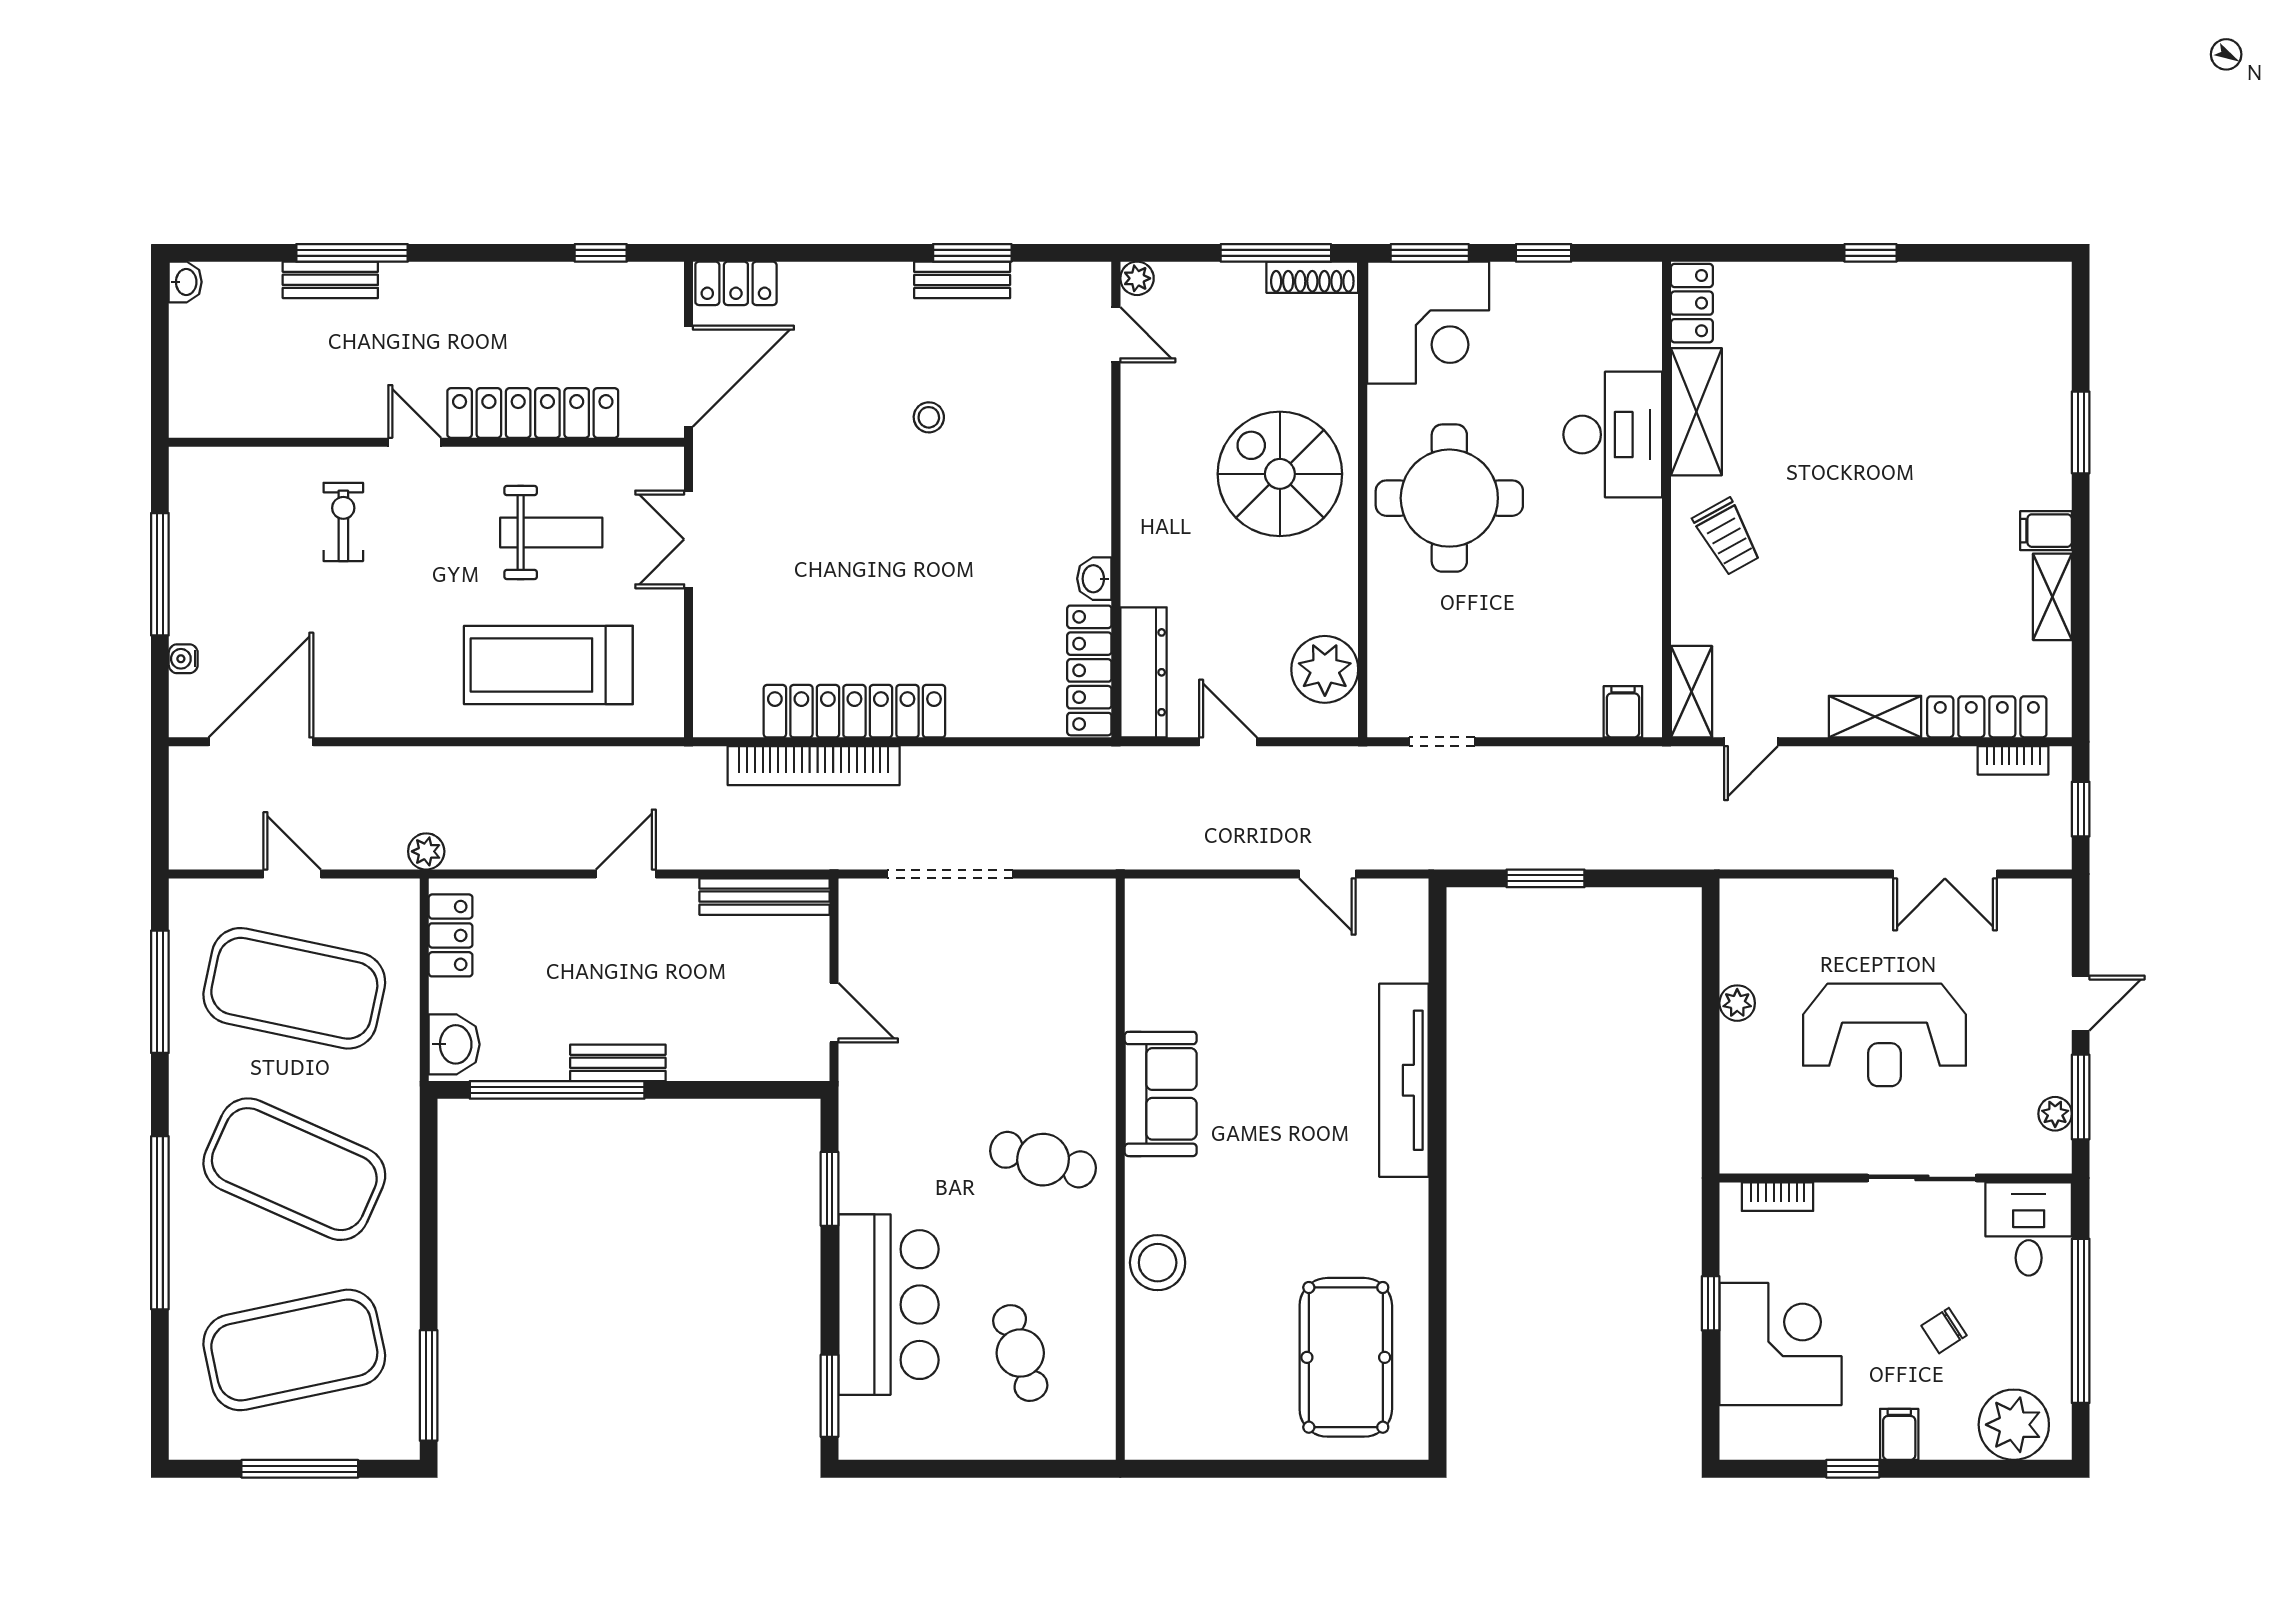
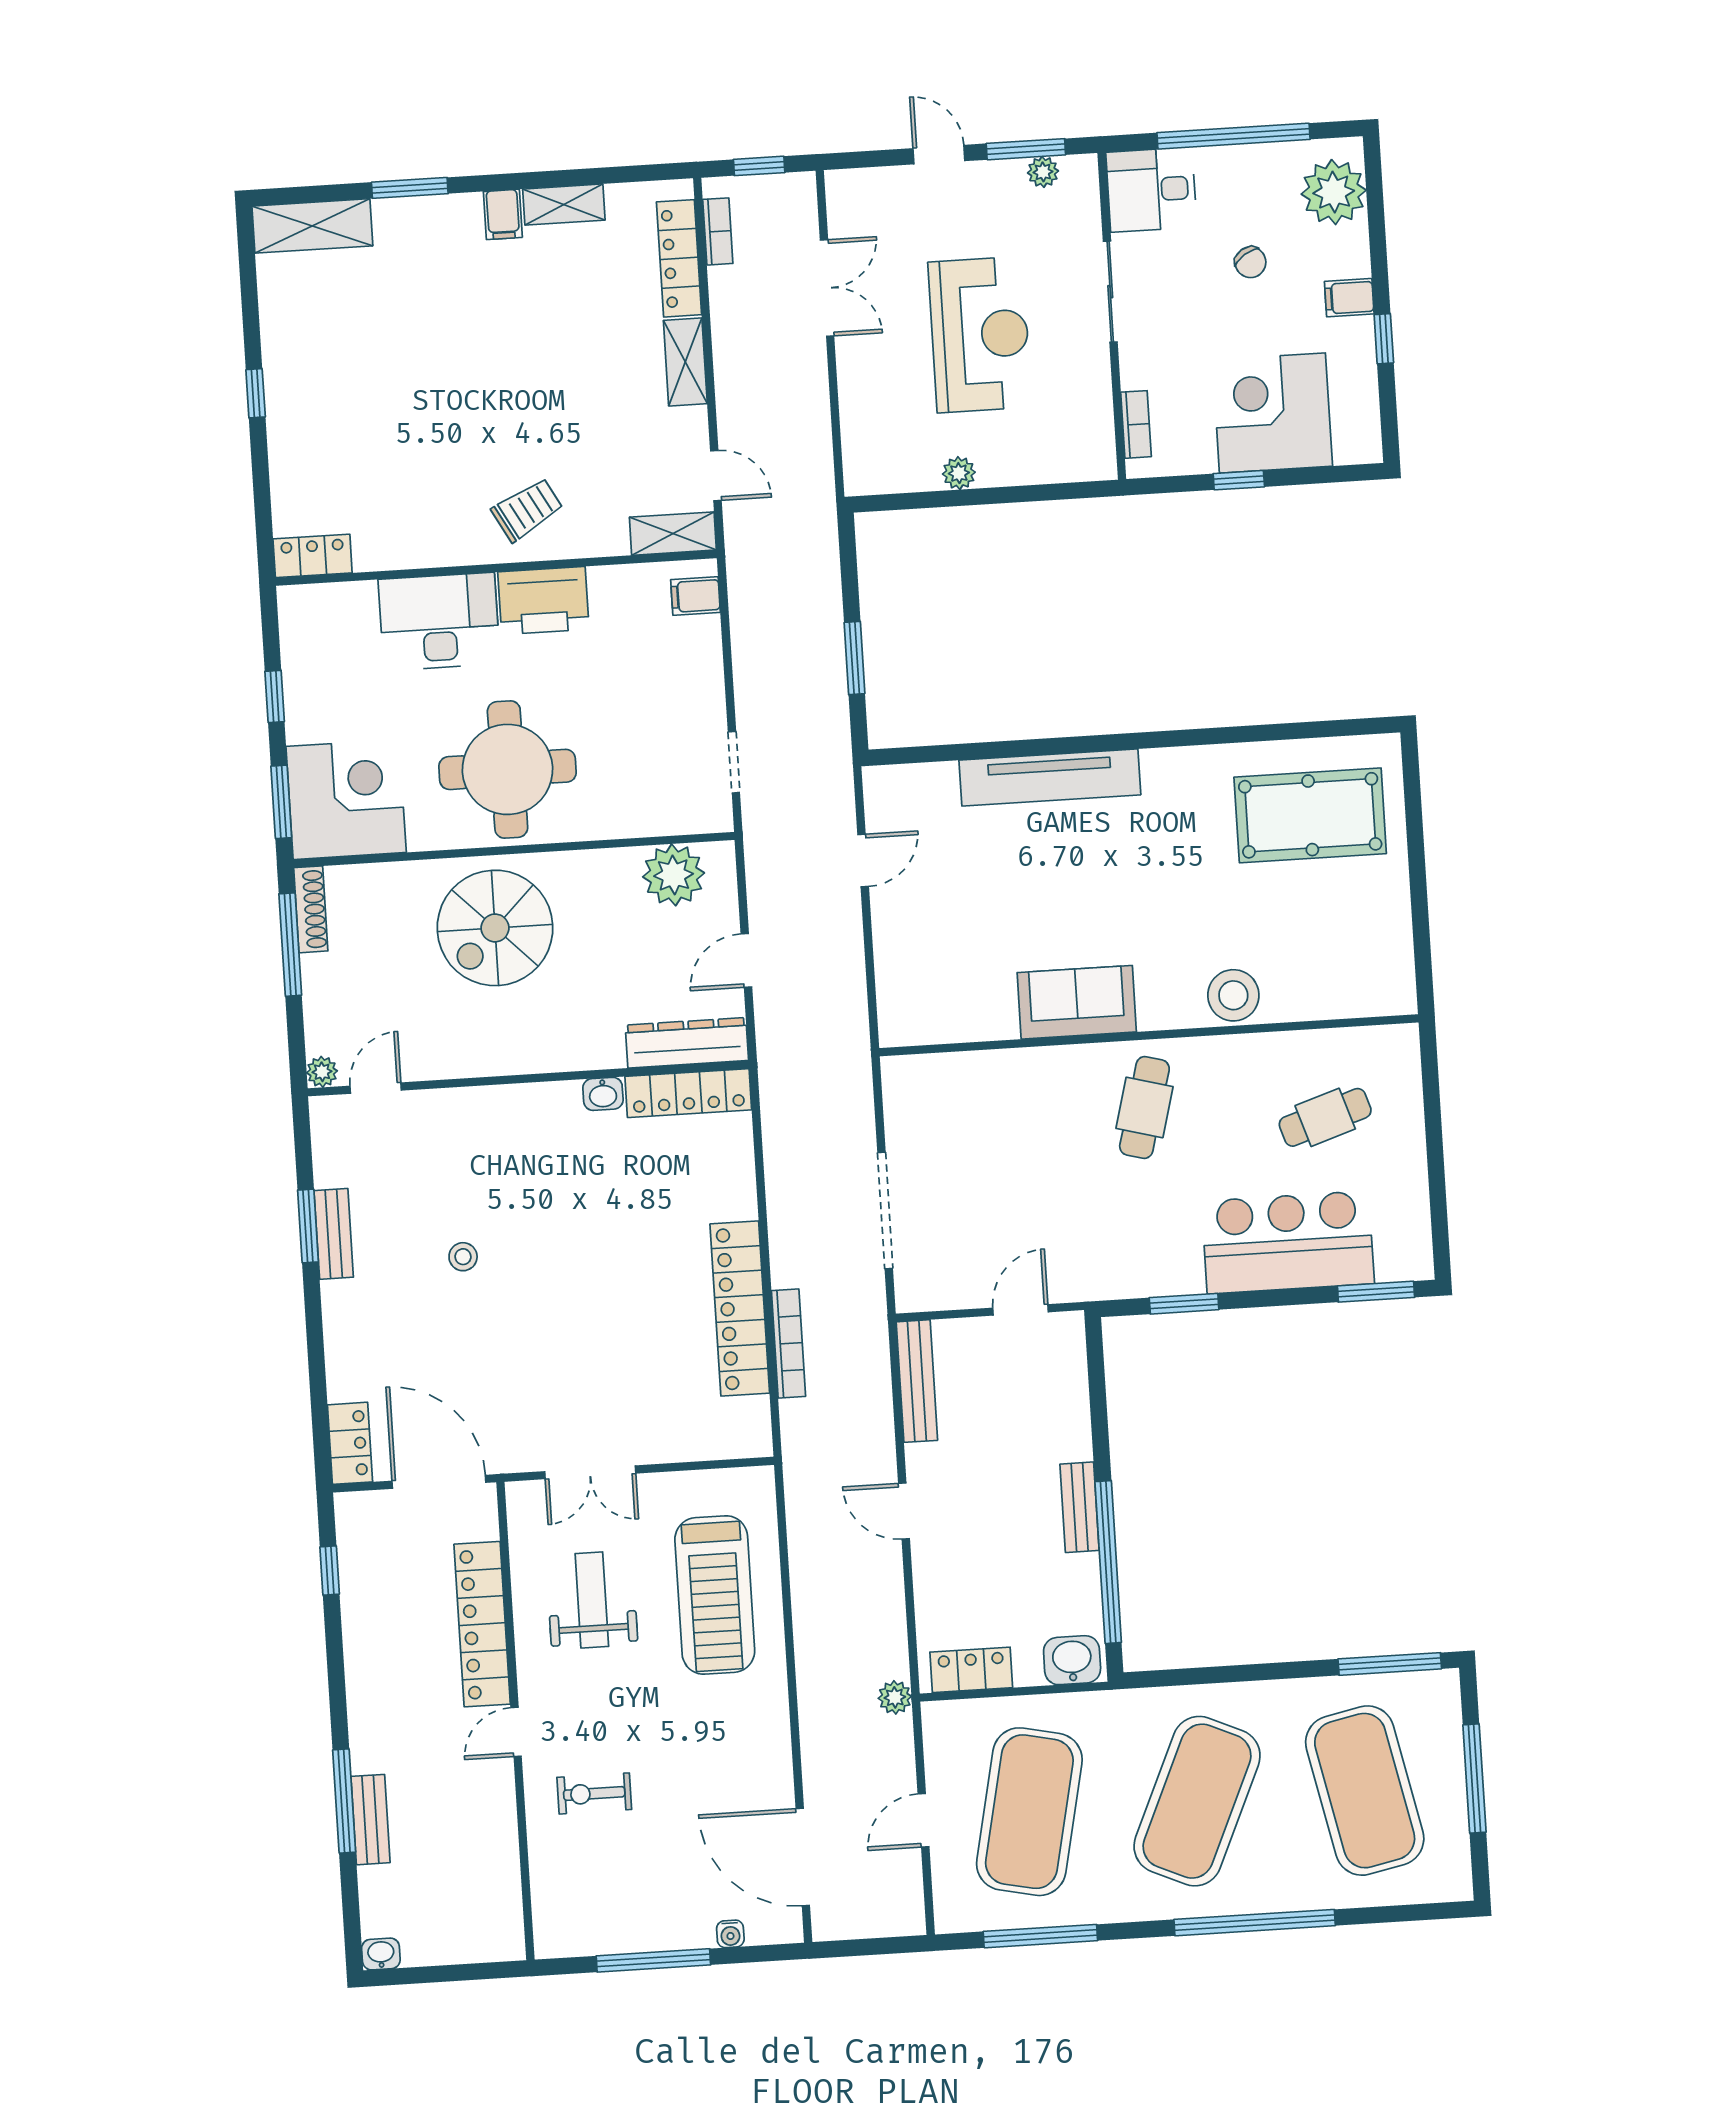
shelving: (1696, 412) -> (312, 226), moved
printer: (1628, 548) -> (543, 601), added
bookcase: (814, 766) -> (788, 1343), width x0.68, depth x0.76

